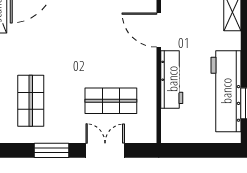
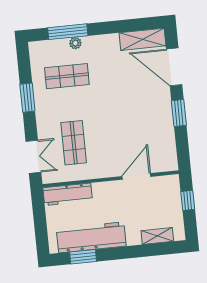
workbench: (172, 79) -> (68, 194), moved
double door: (105, 150) -> (33, 157), moved

